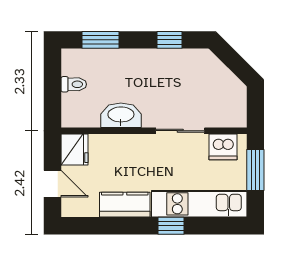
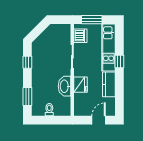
fridge: (75, 150) -> (81, 85), moved, turned 90

